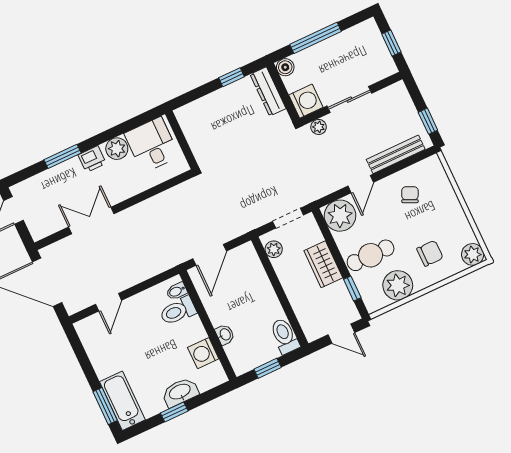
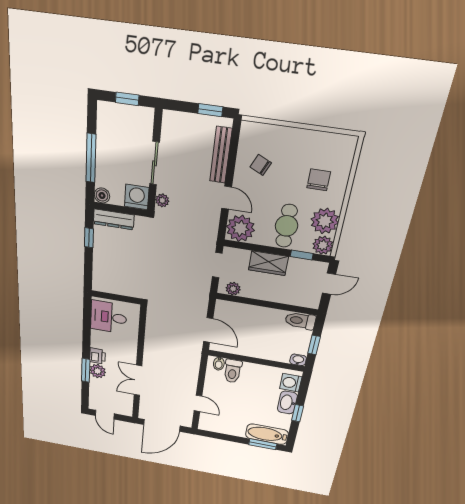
plant: (117, 149) -> (98, 371), moved
plant: (473, 254) -> (323, 245), moved
washbasin: (225, 335) -> (298, 360), moved
washing machine: (203, 353) -> (291, 383), moved, turned 90

